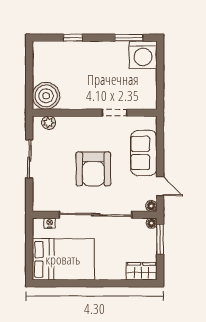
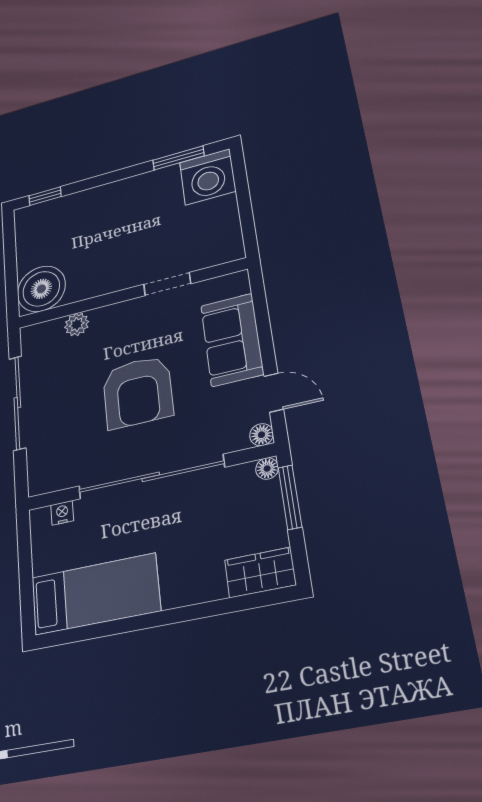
window: (73, 38) -> (45, 196), moved
plant: (49, 123) -> (77, 324), moved
sliding door: (29, 159) -> (17, 403), width x1.37
bed: (63, 259) -> (95, 594), width x0.67

